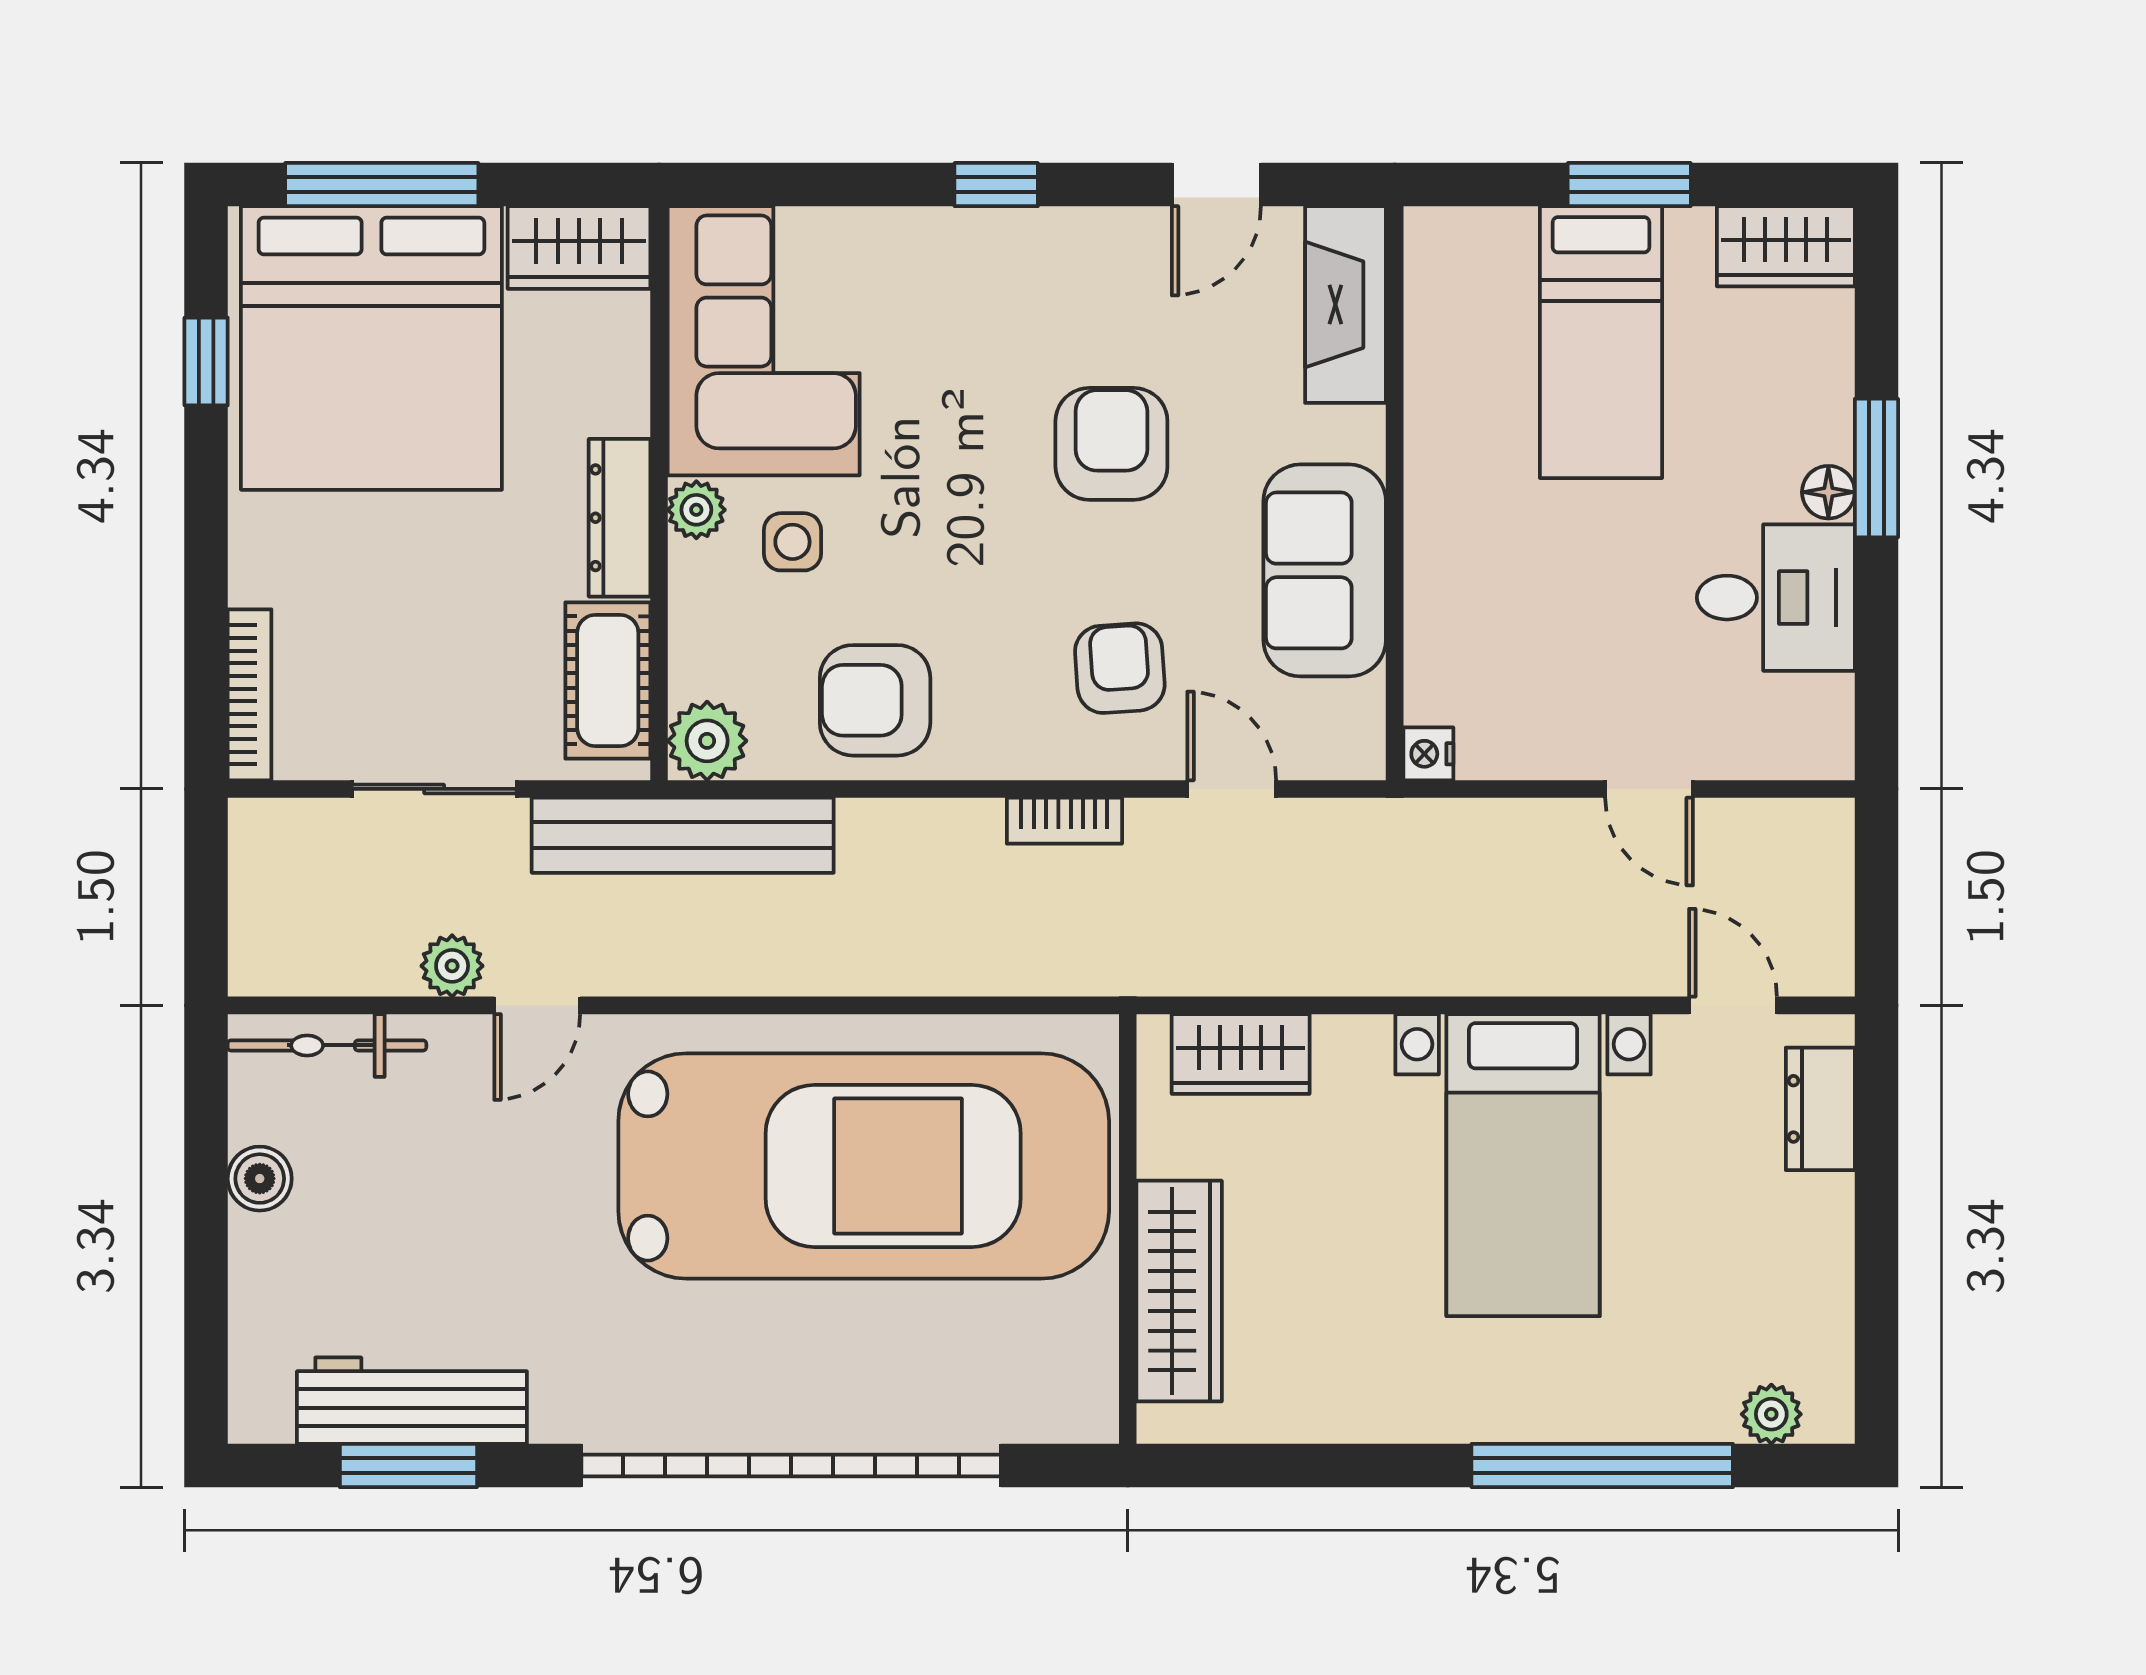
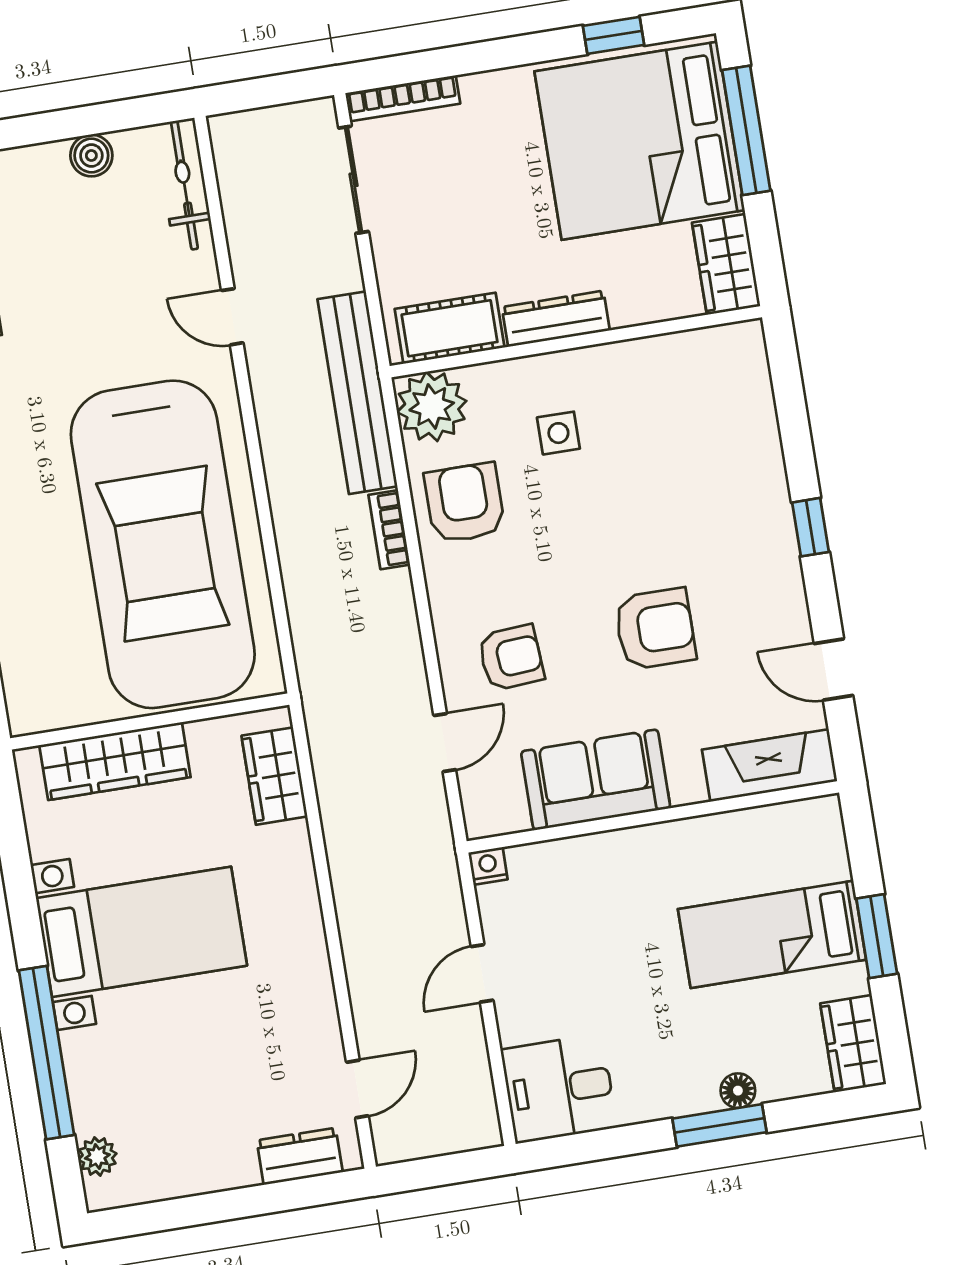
corner sofa: (764, 341) -> (685, 393), removed
floor lamp: (1828, 492) -> (738, 1091), moved
plant: (696, 510) -> (569, 368), removed
desk: (1776, 598) -> (559, 1089), moved, turned 90
plant: (707, 741) -> (432, 406), width x1.36, depth x1.36
sliding door: (434, 789) -> (354, 180), moved
door: (1649, 789) -> (482, 973), moved
bookcase: (1064, 821) -> (389, 530), moved
plant: (452, 966) -> (249, 257), removed
bed with nightstands: (1523, 1165) -> (141, 932), moved, turned 180

